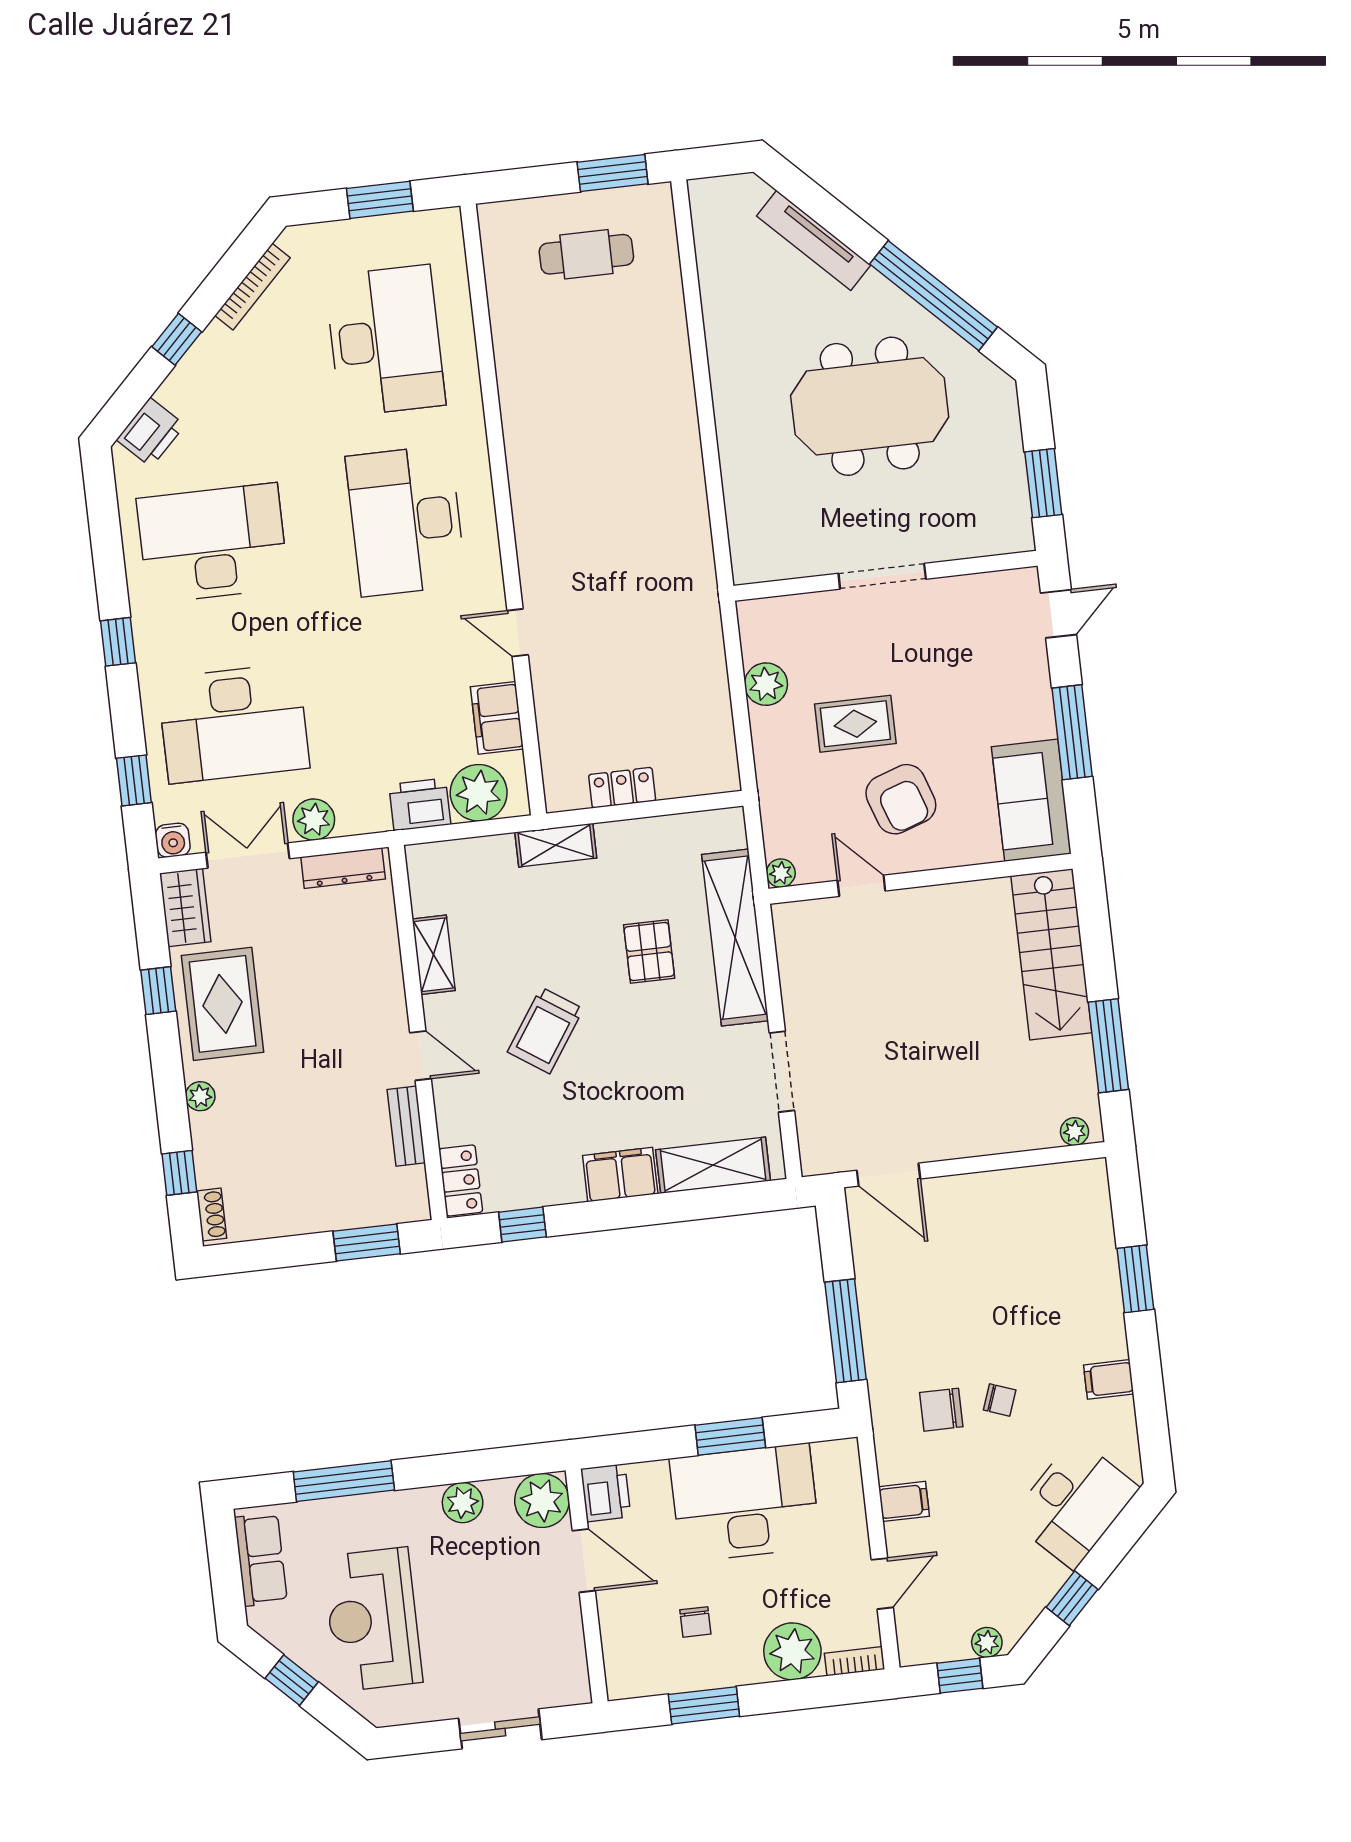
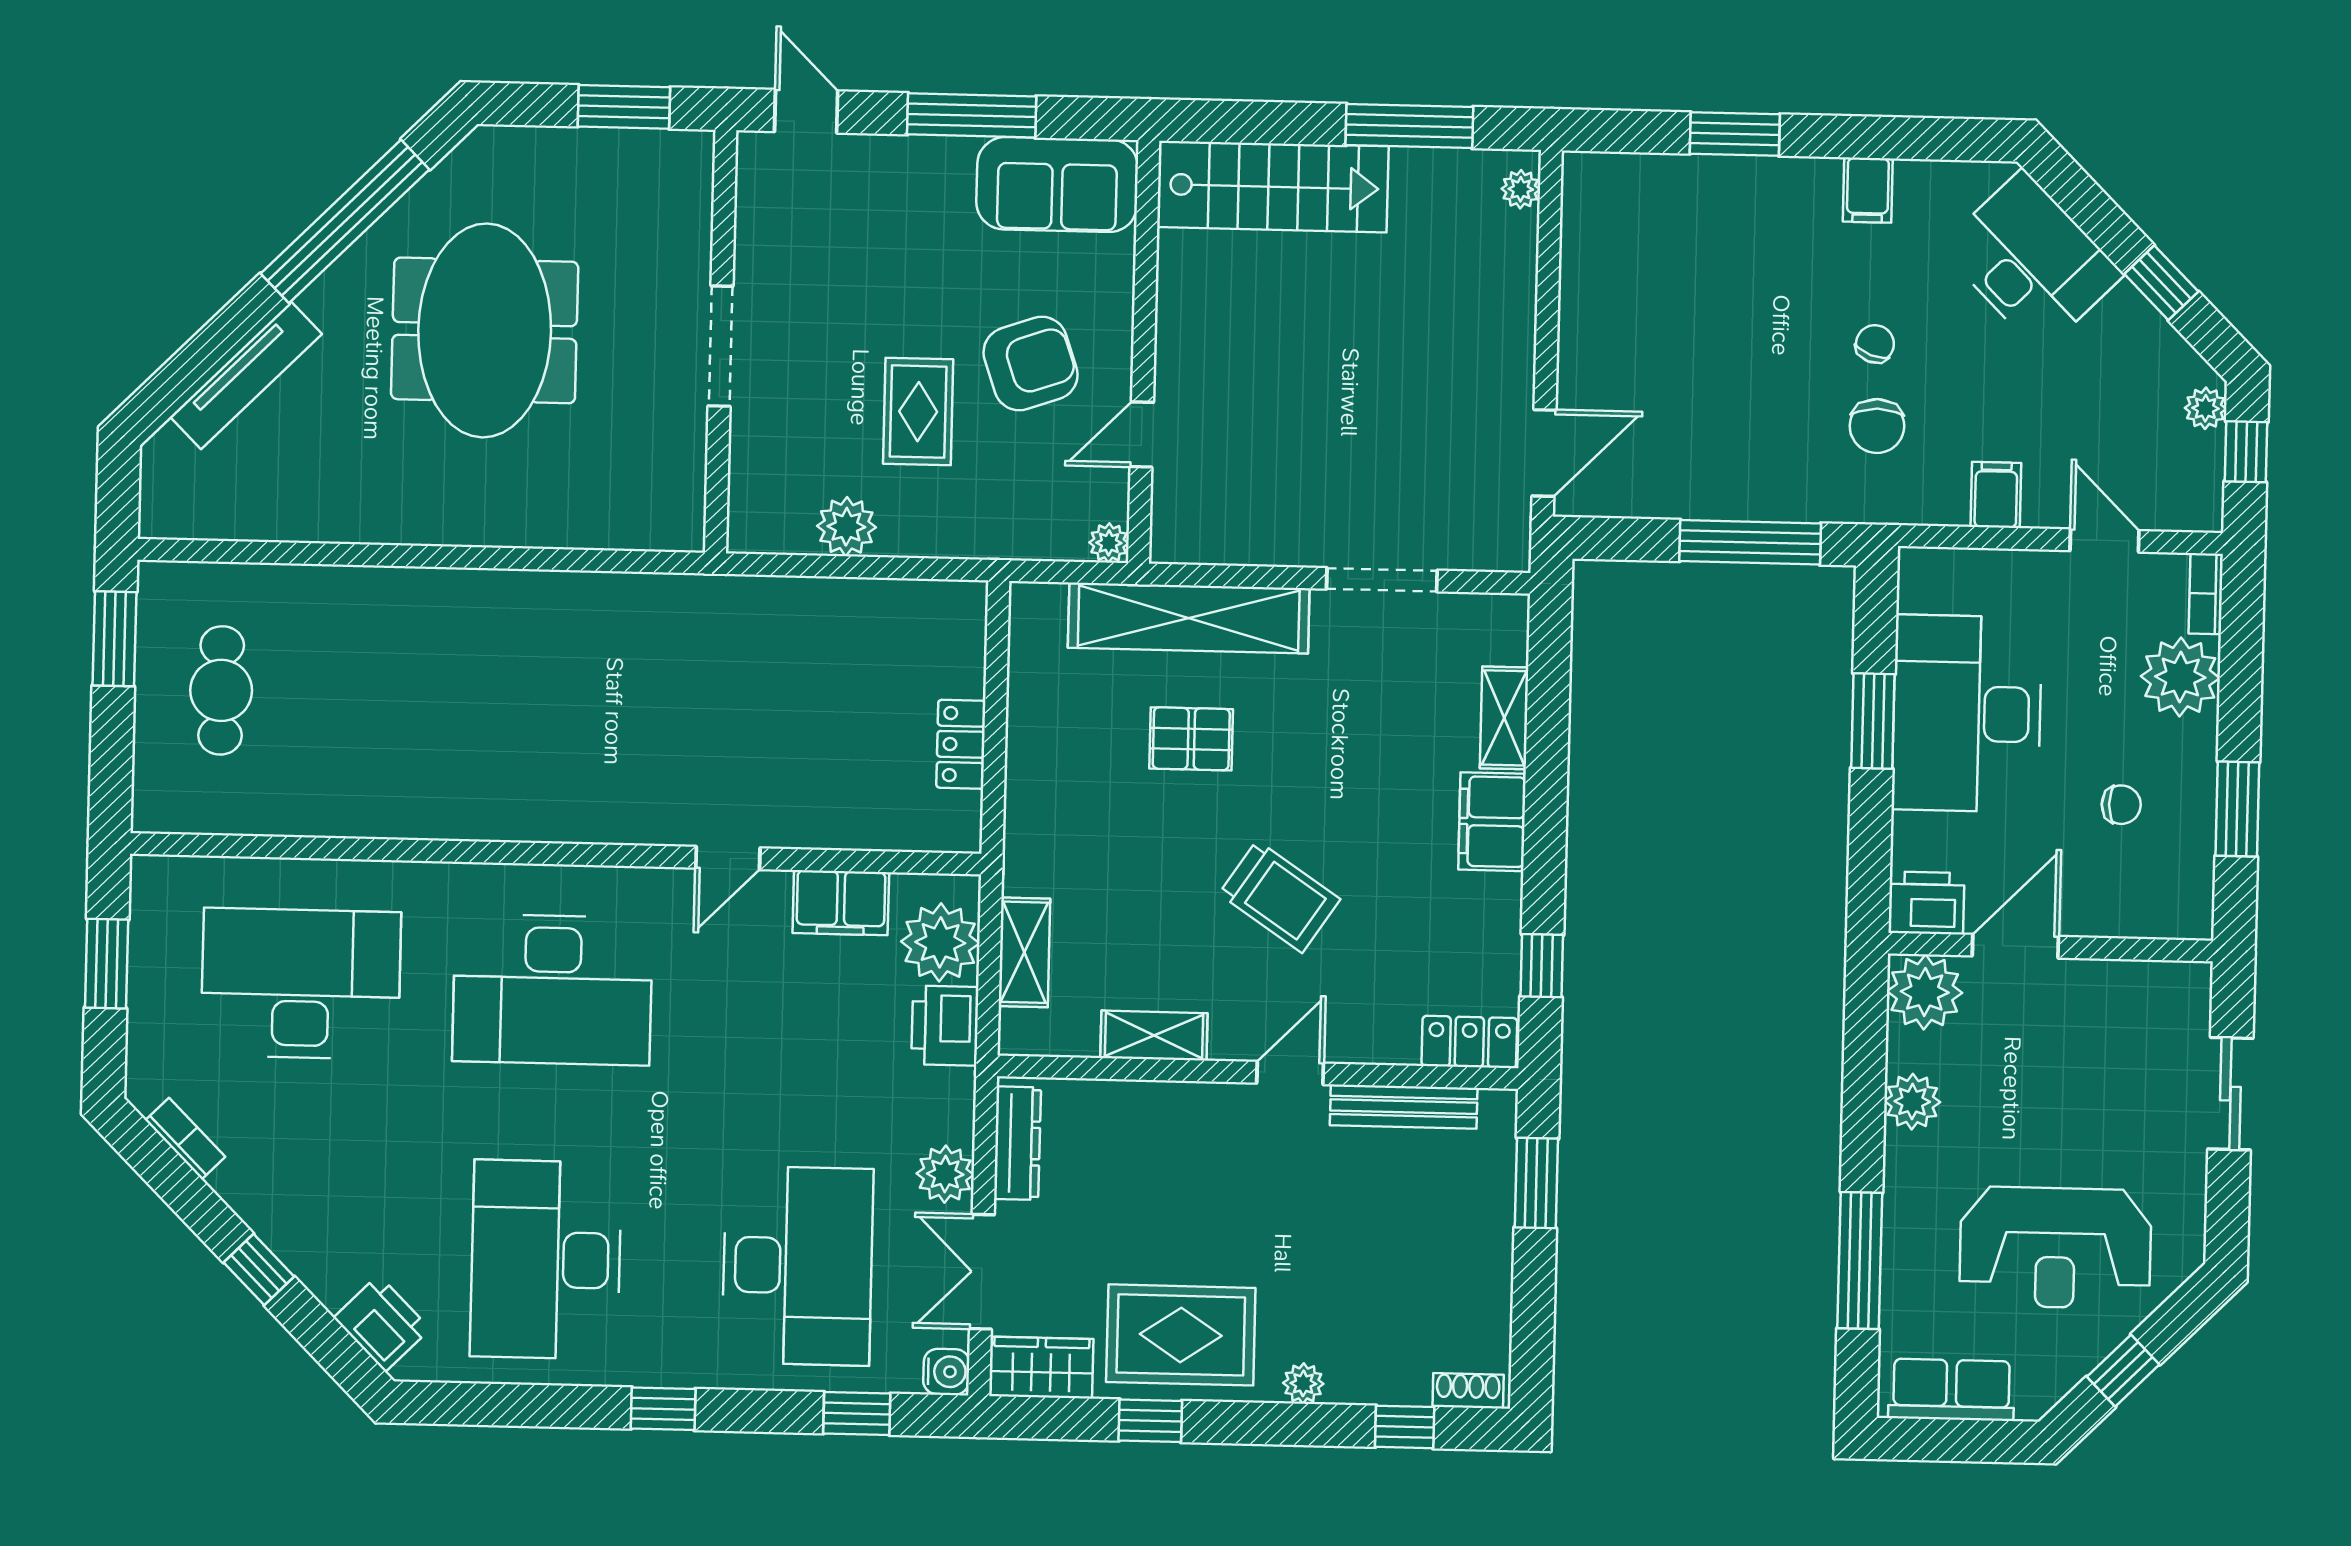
bookcase: (253, 287) -> (185, 1139), width x0.64
shelving: (556, 845) -> (1024, 952), moved
bench: (406, 1126) -> (1404, 1107), width x1.36
shelving: (713, 1165) -> (1504, 718), width x0.67, depth x0.75

